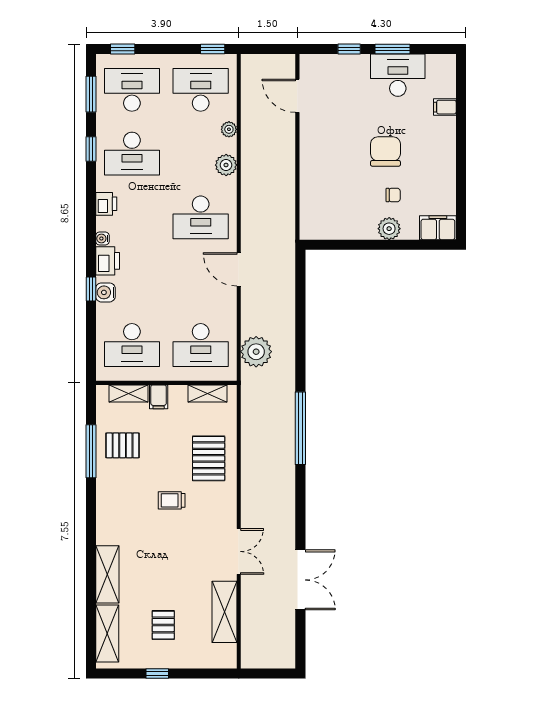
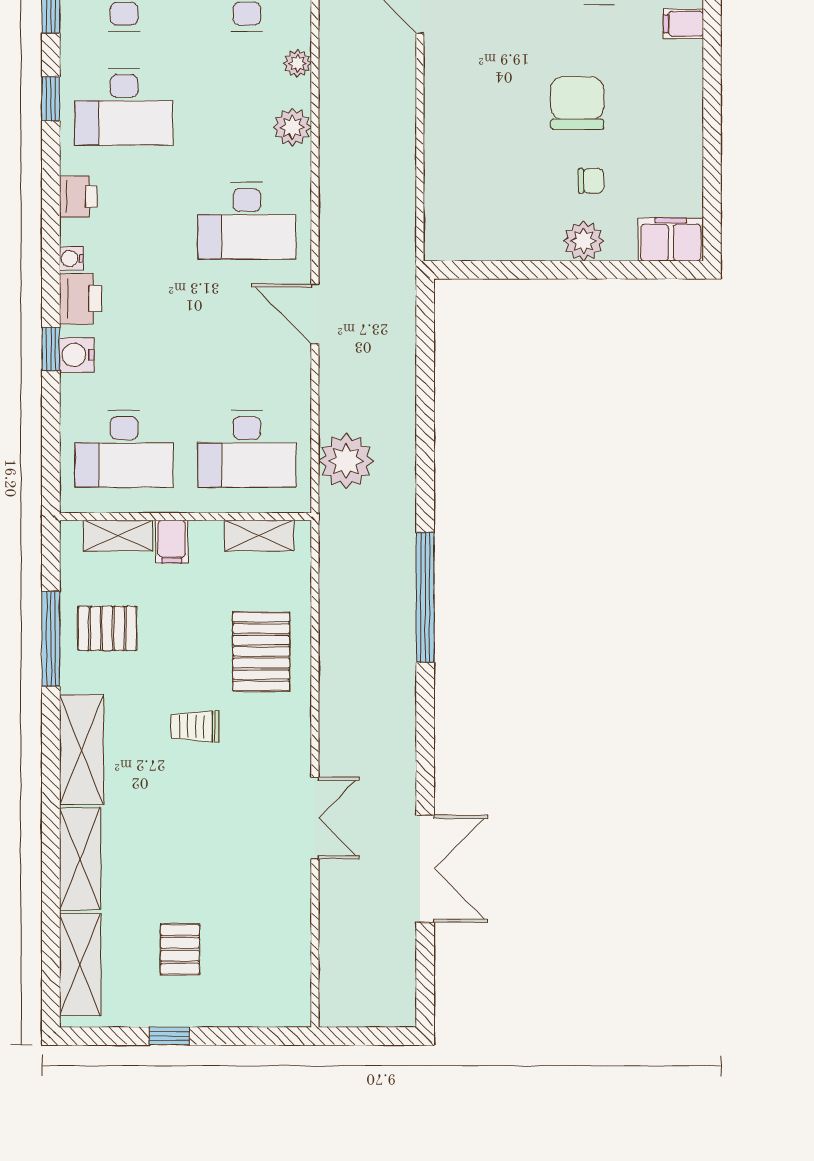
shelving: (224, 612) -> (81, 750), moved

